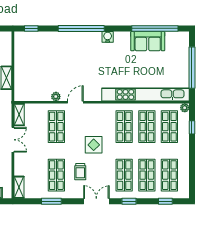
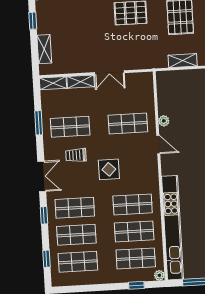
shelving: (19, 115) -> (81, 82), moved

